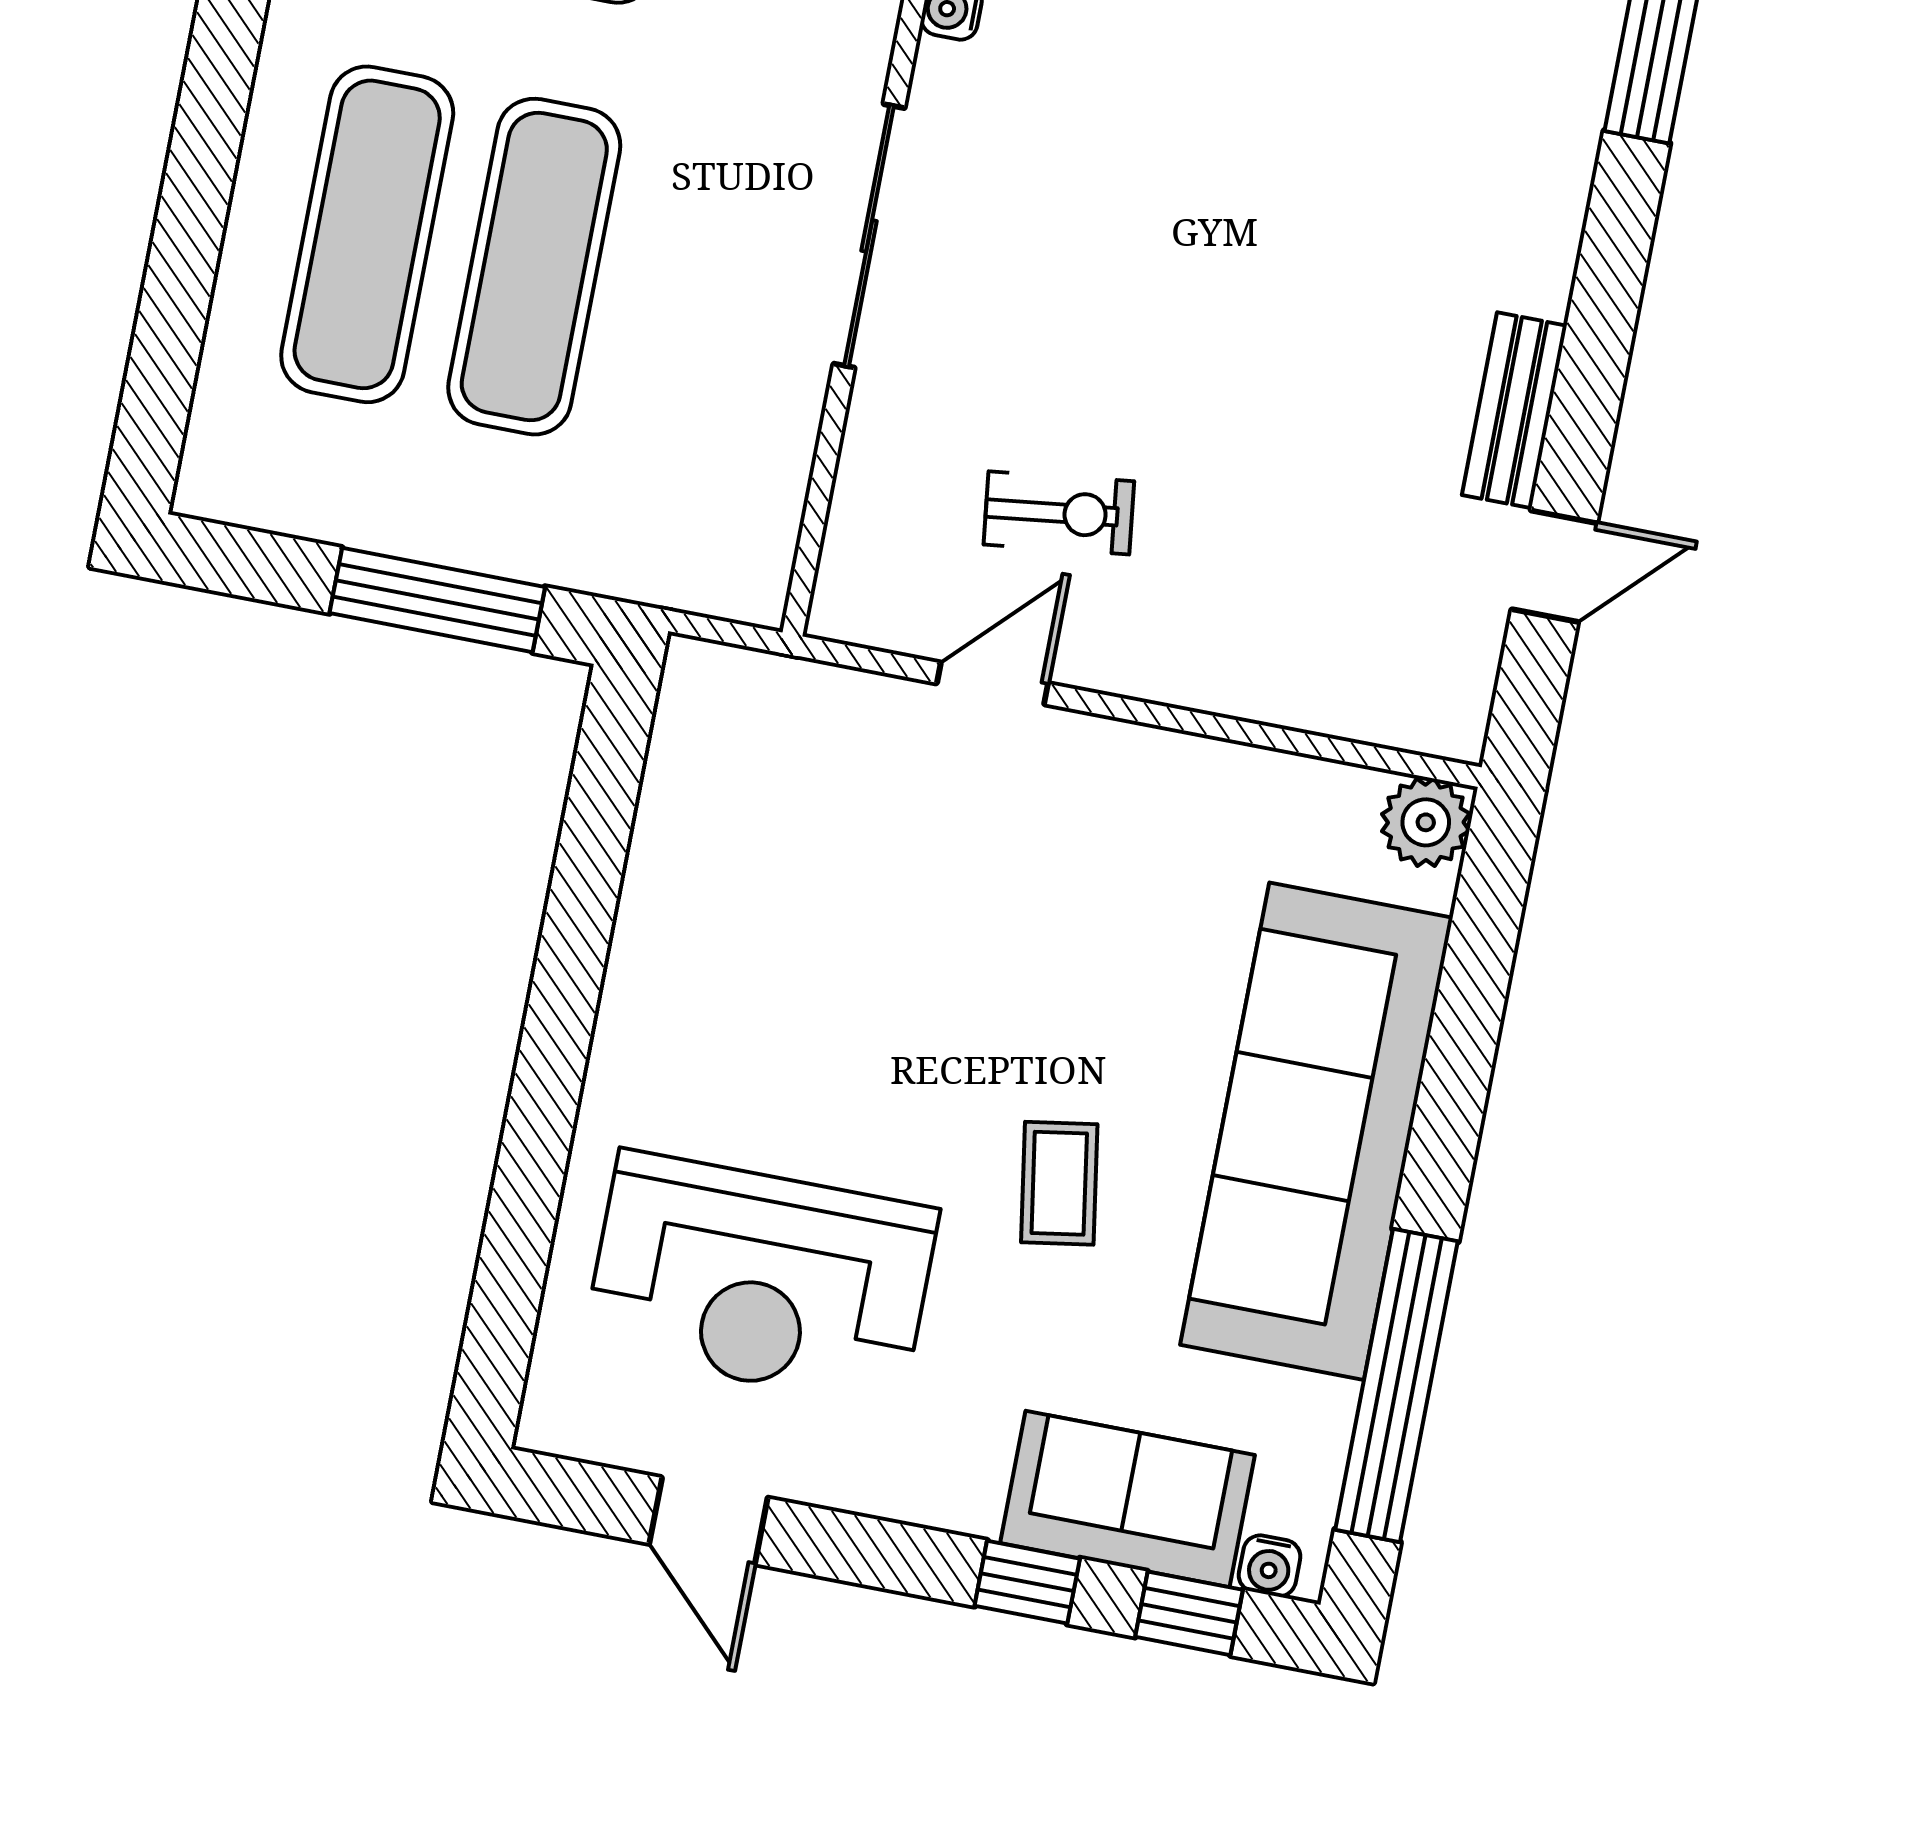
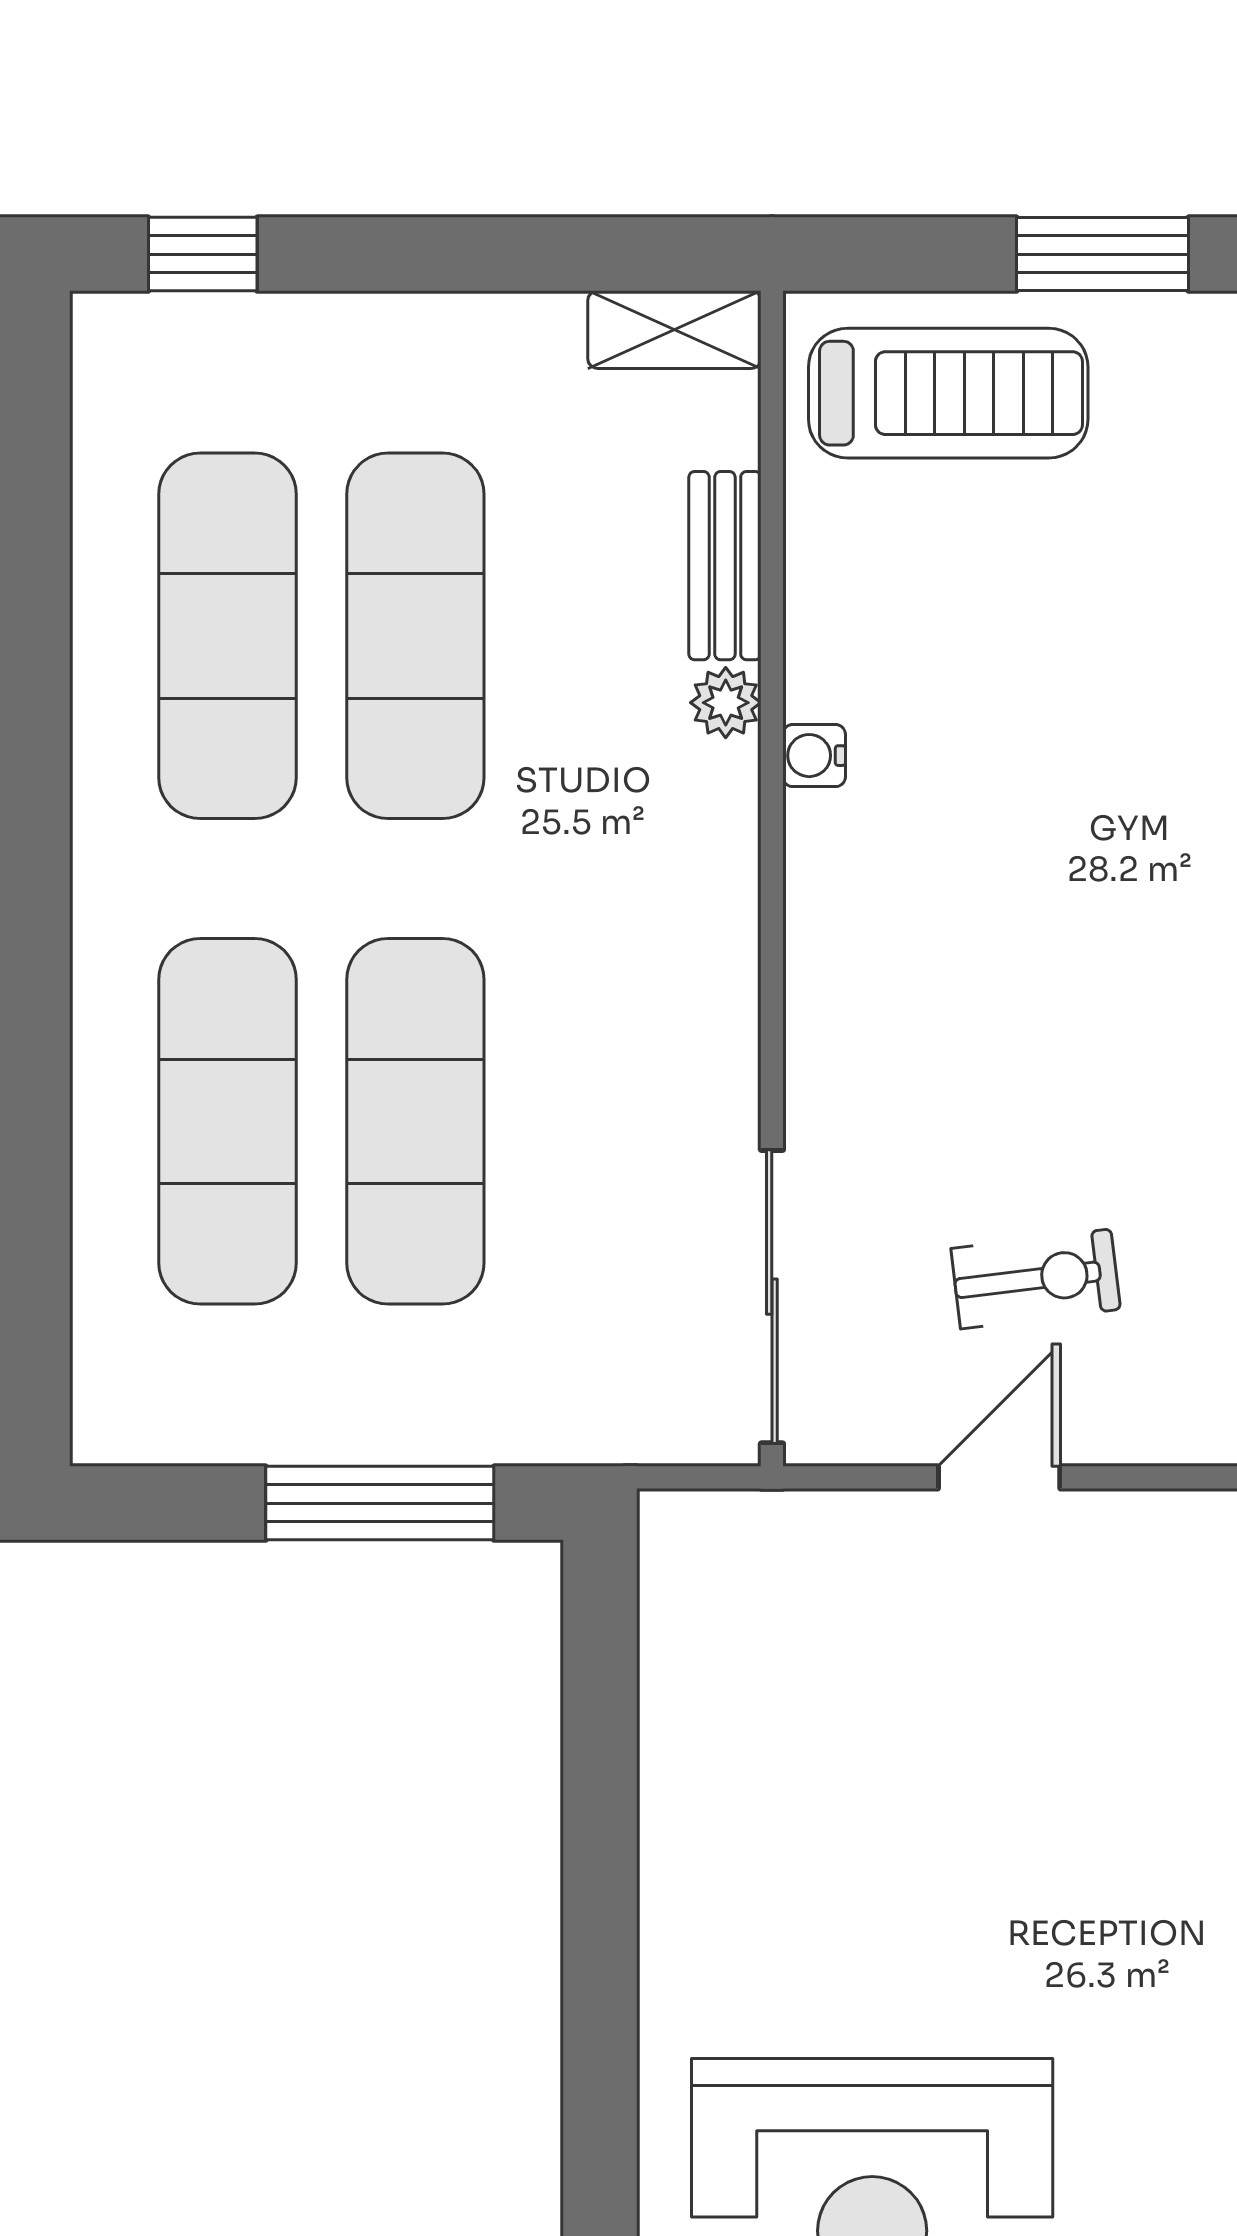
sliding door: (869, 236) -> (772, 1297), moved
coffee table: (1059, 1183) -> (1176, 2006), removed

